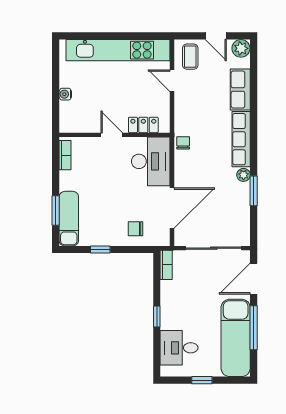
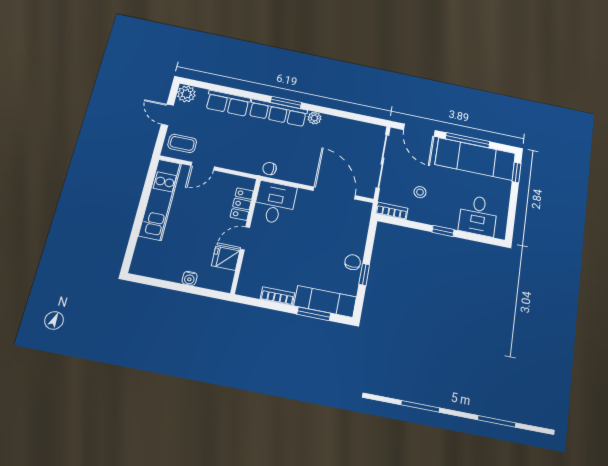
door: (216, 36) -> (167, 115), swing flipped
kitchen unit: (118, 50) -> (160, 199), width x0.73
fridge: (90, 122) -> (226, 258), added
bookcase: (65, 155) -> (277, 296), moved
desk: (151, 161) -> (275, 203), width x0.73
window: (254, 191) -> (286, 102), moved
chair: (136, 229) -> (353, 262), moved, turned 180
stool: (190, 289) -> (420, 192), added
window: (202, 380) -> (516, 172), moved

